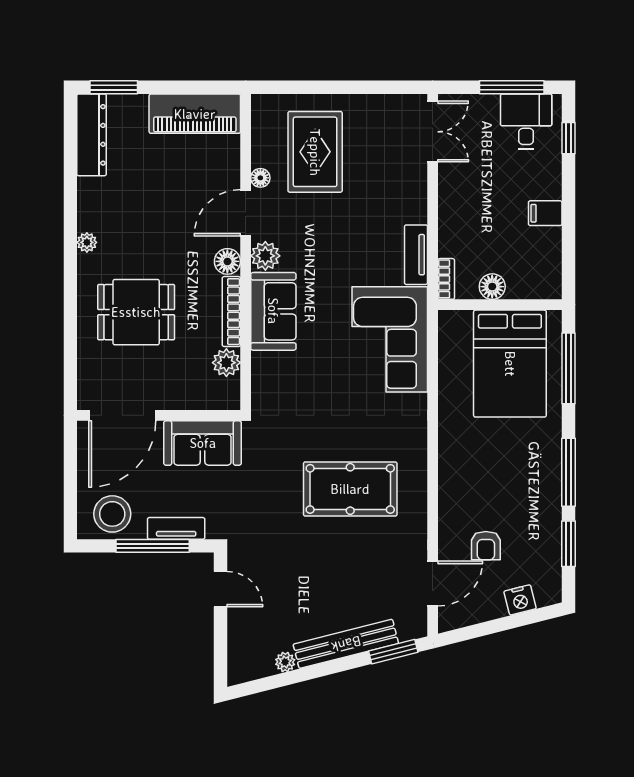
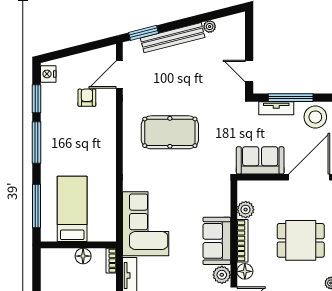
bed: (510, 364) -> (72, 209), width x0.67
nightstand: (520, 600) -> (48, 74), moved, turned -76

